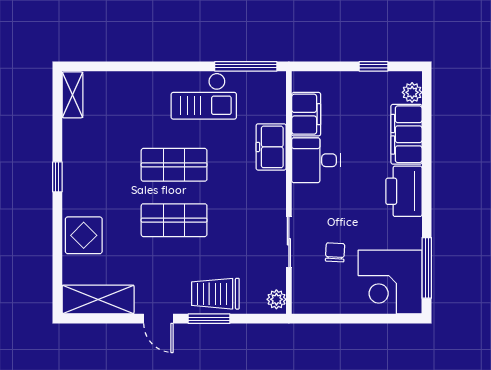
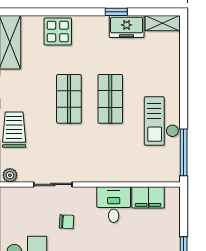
freezer: (271, 147) -> (127, 27), moved, turned 180
window: (57, 177) -> (116, 12), moved
chair: (335, 252) -> (67, 222), moved

